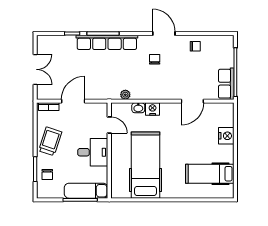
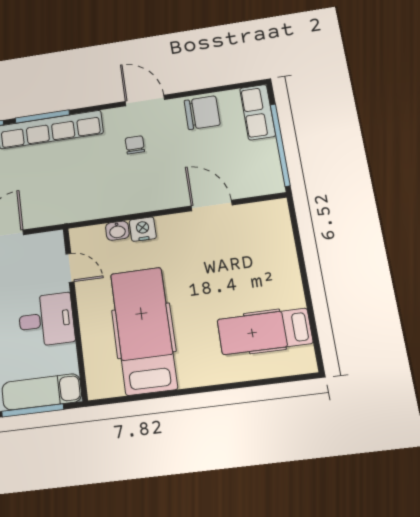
chair: (195, 46) -> (202, 113), width x1.87, depth x1.87
row of seats: (226, 84) -> (258, 112), moved
plant: (125, 95) -> (92, 211), removed
door: (192, 101) -> (212, 205), swing flipped
nightstand: (226, 136) -> (283, 258), removed

